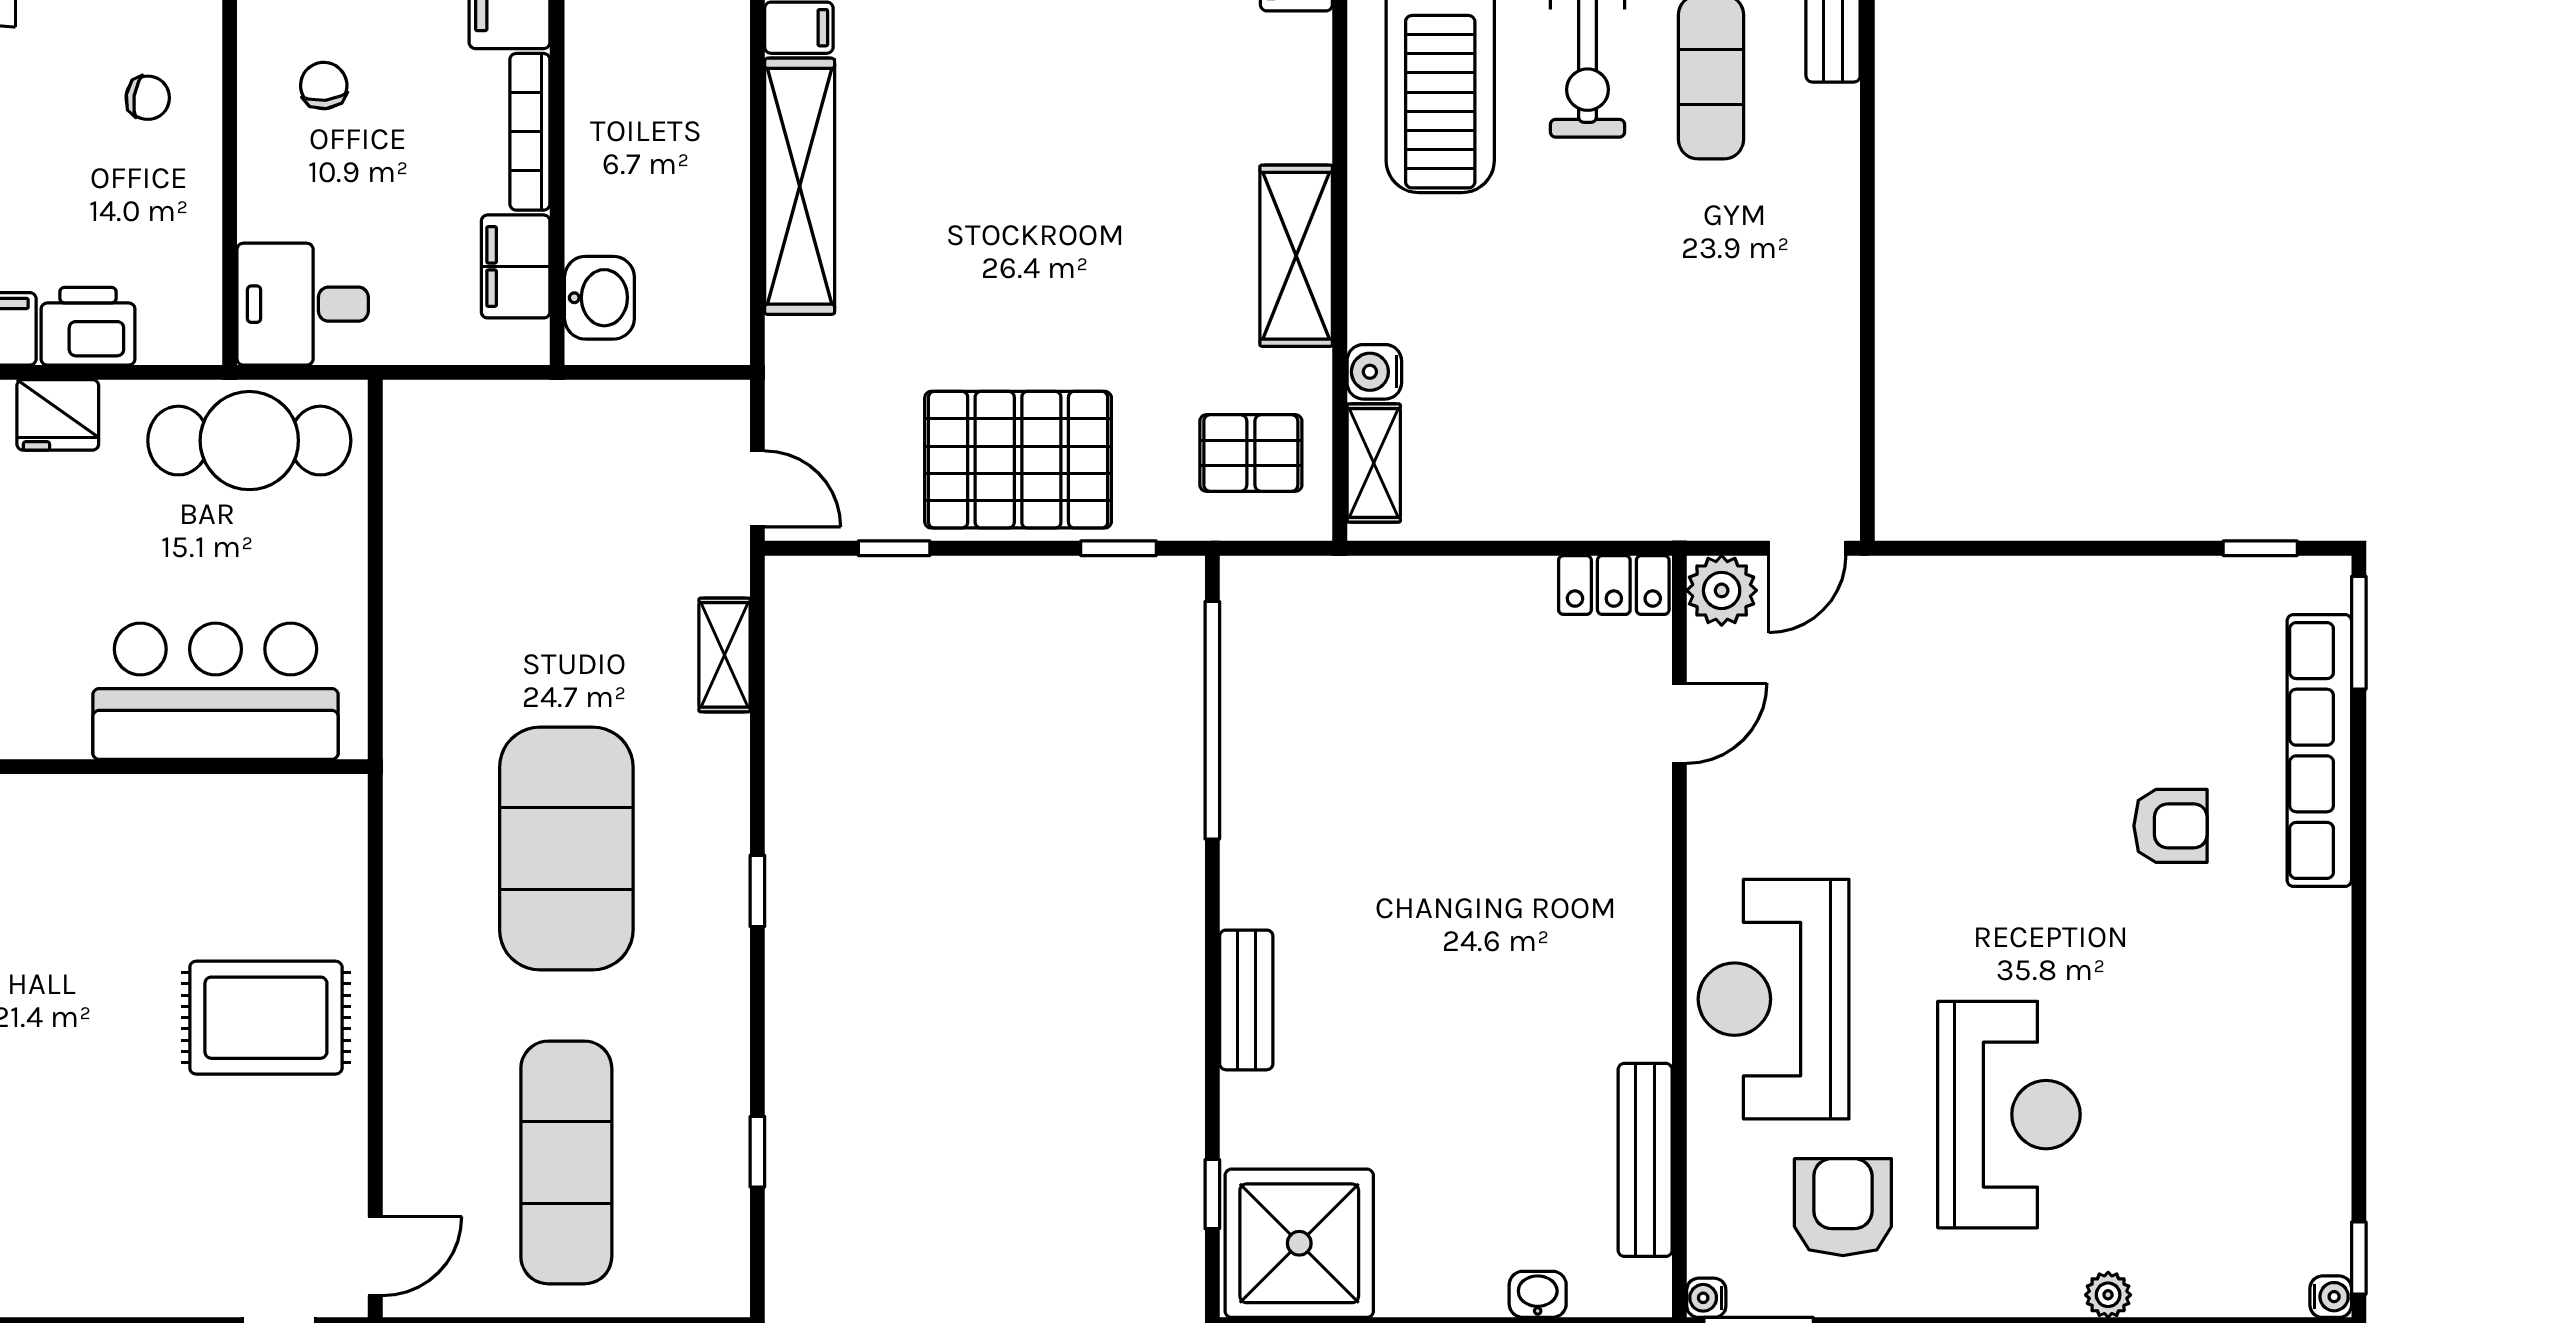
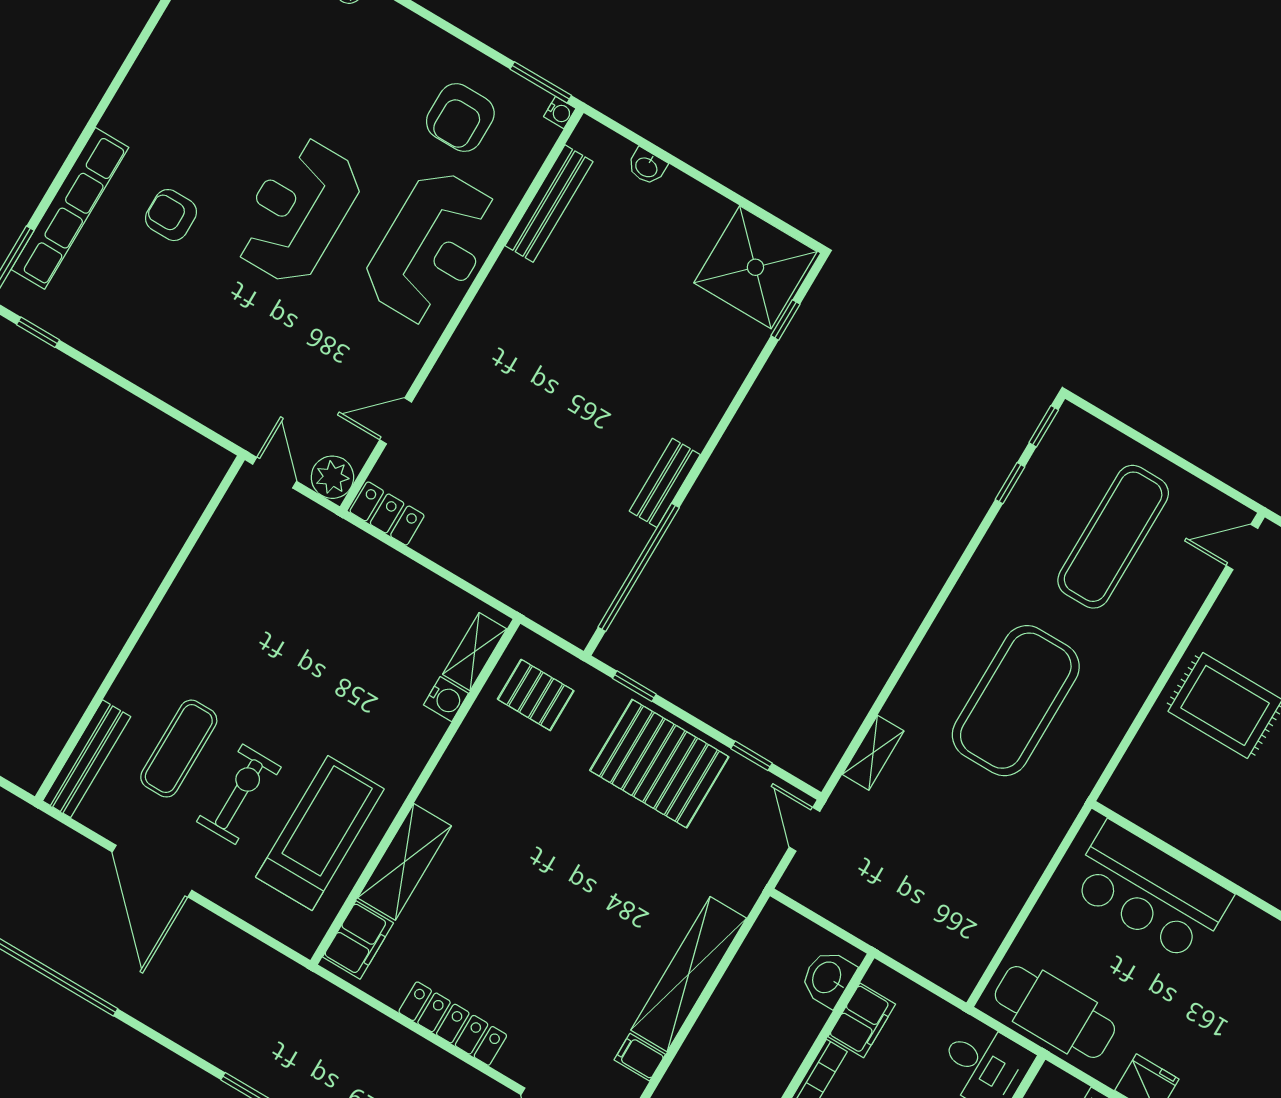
shelving: (1296, 256) -> (405, 862), moved
door: (1807, 548) -> (275, 473), hinge flipped
window: (757, 891) -> (1044, 426), moved
bench: (1246, 1000) -> (665, 483), moved
reception desk: (2009, 1115) -> (298, 211), moved

